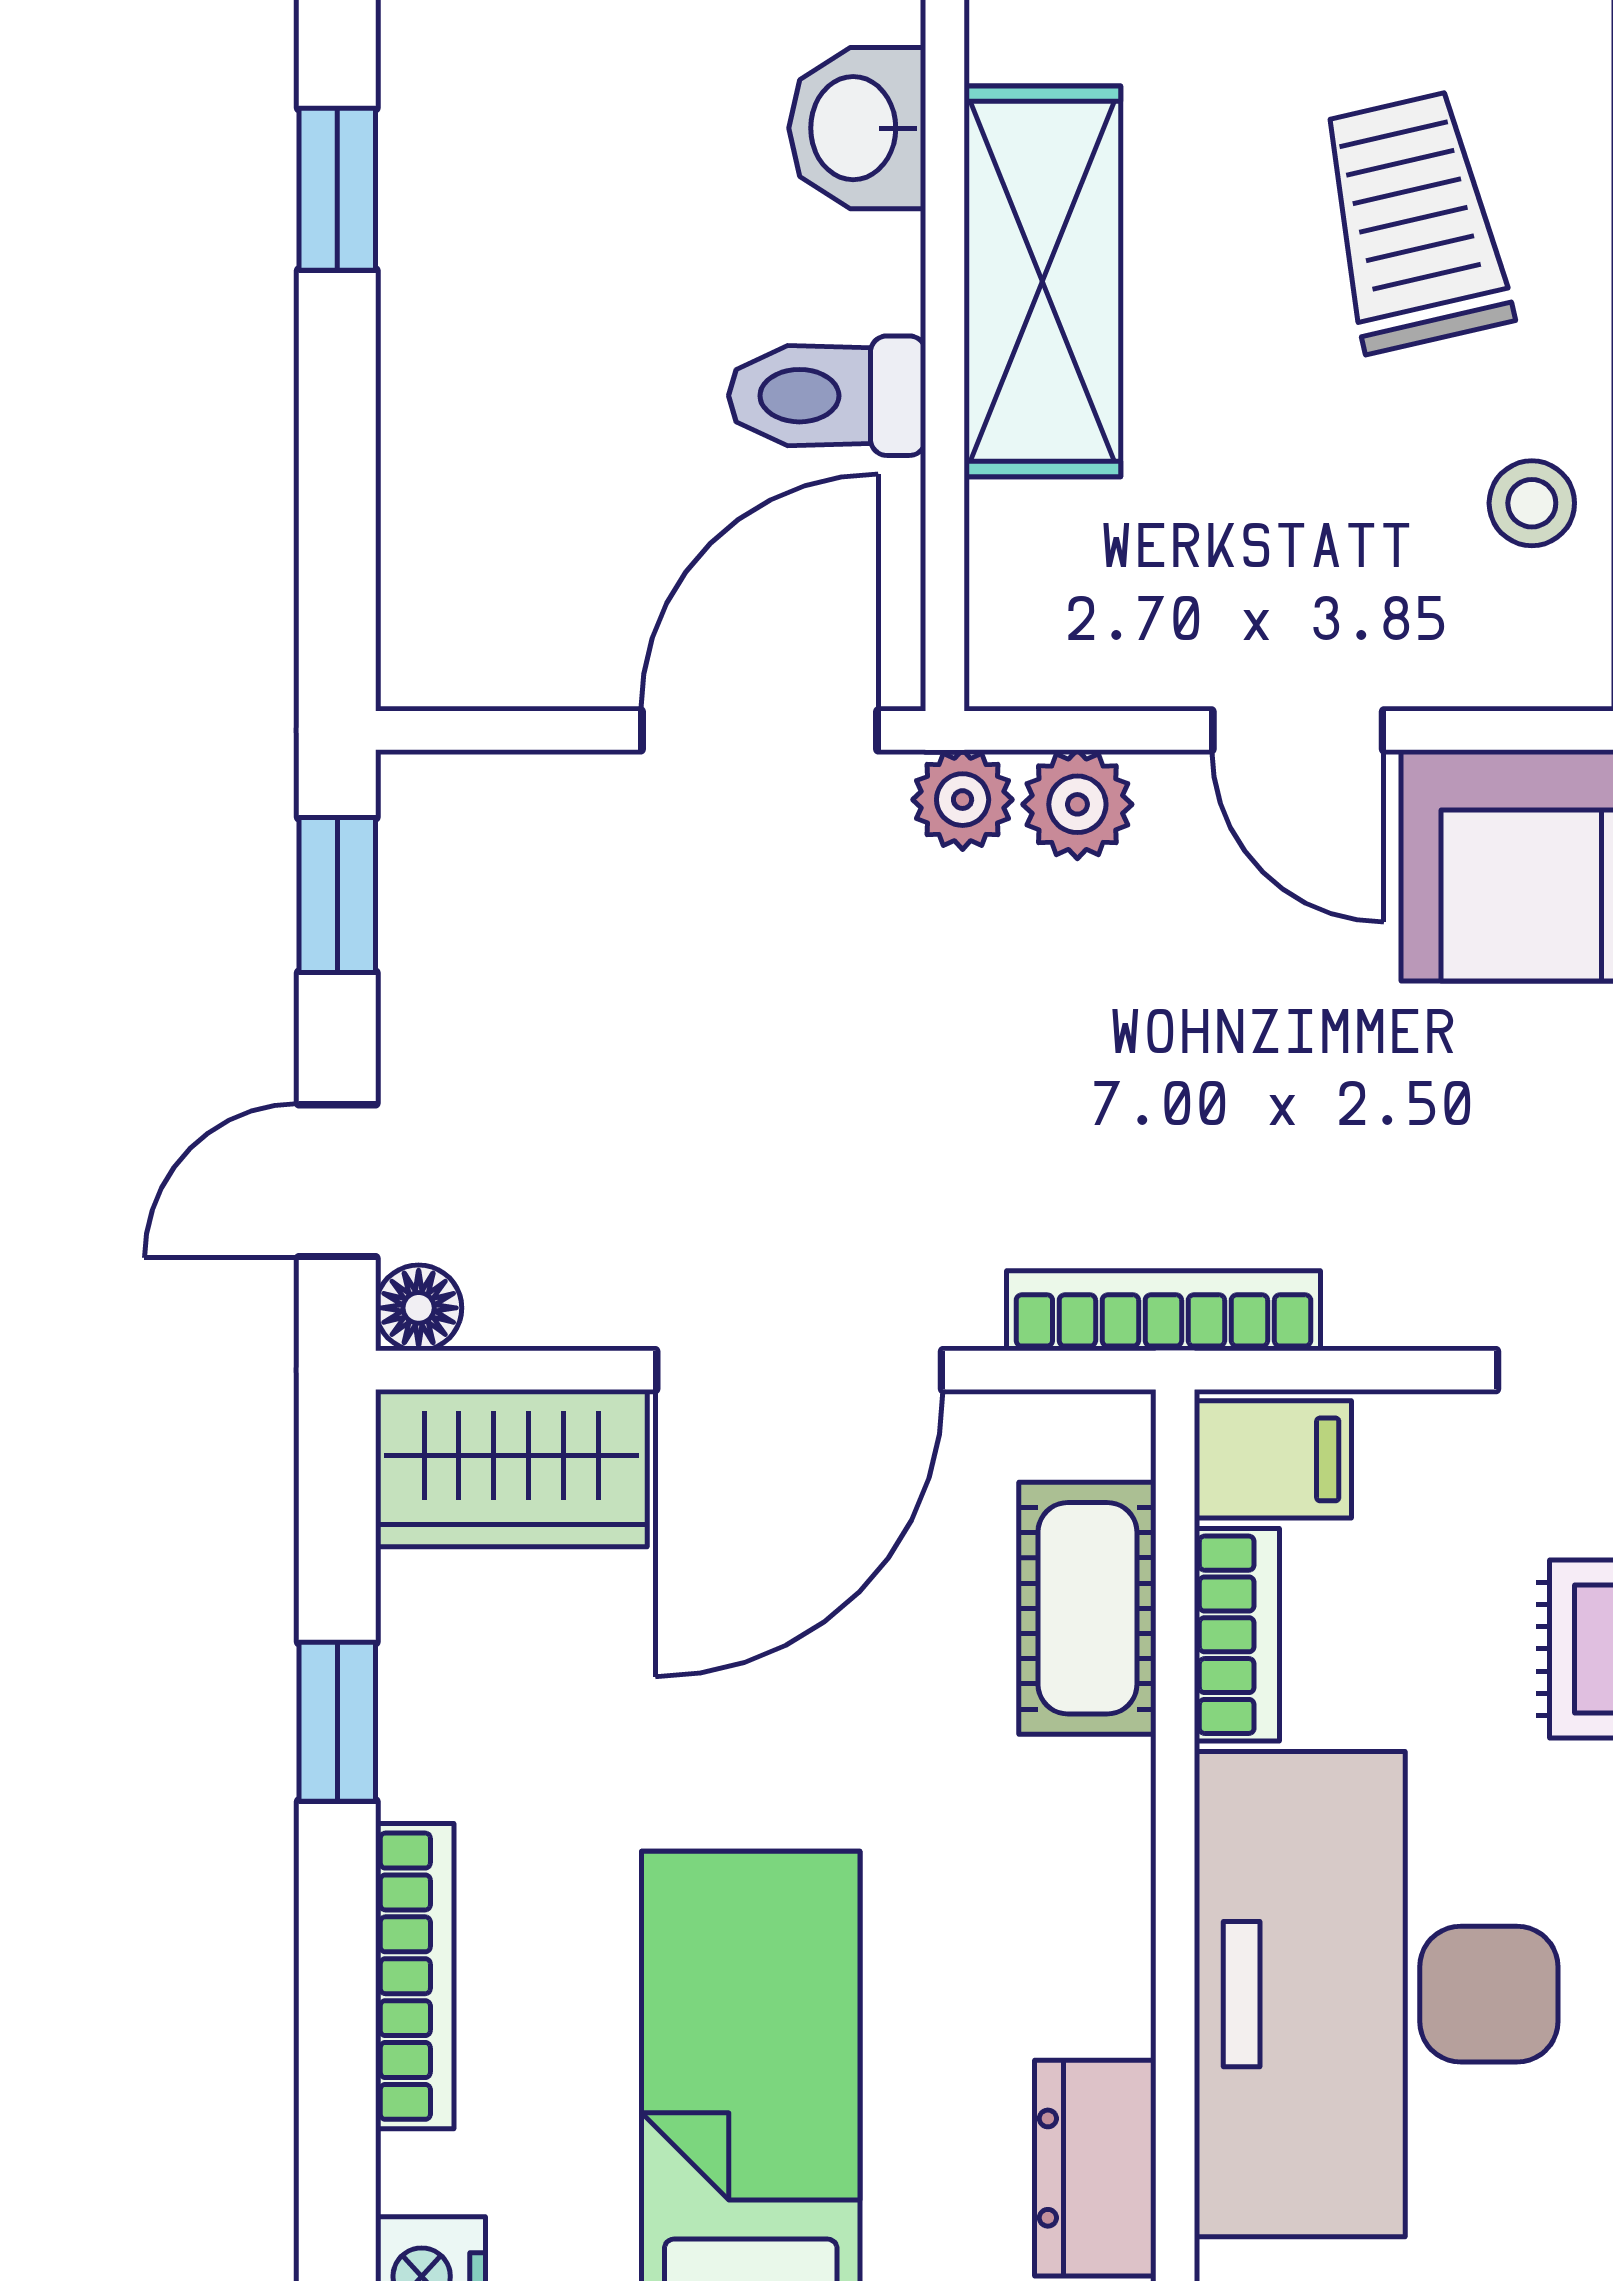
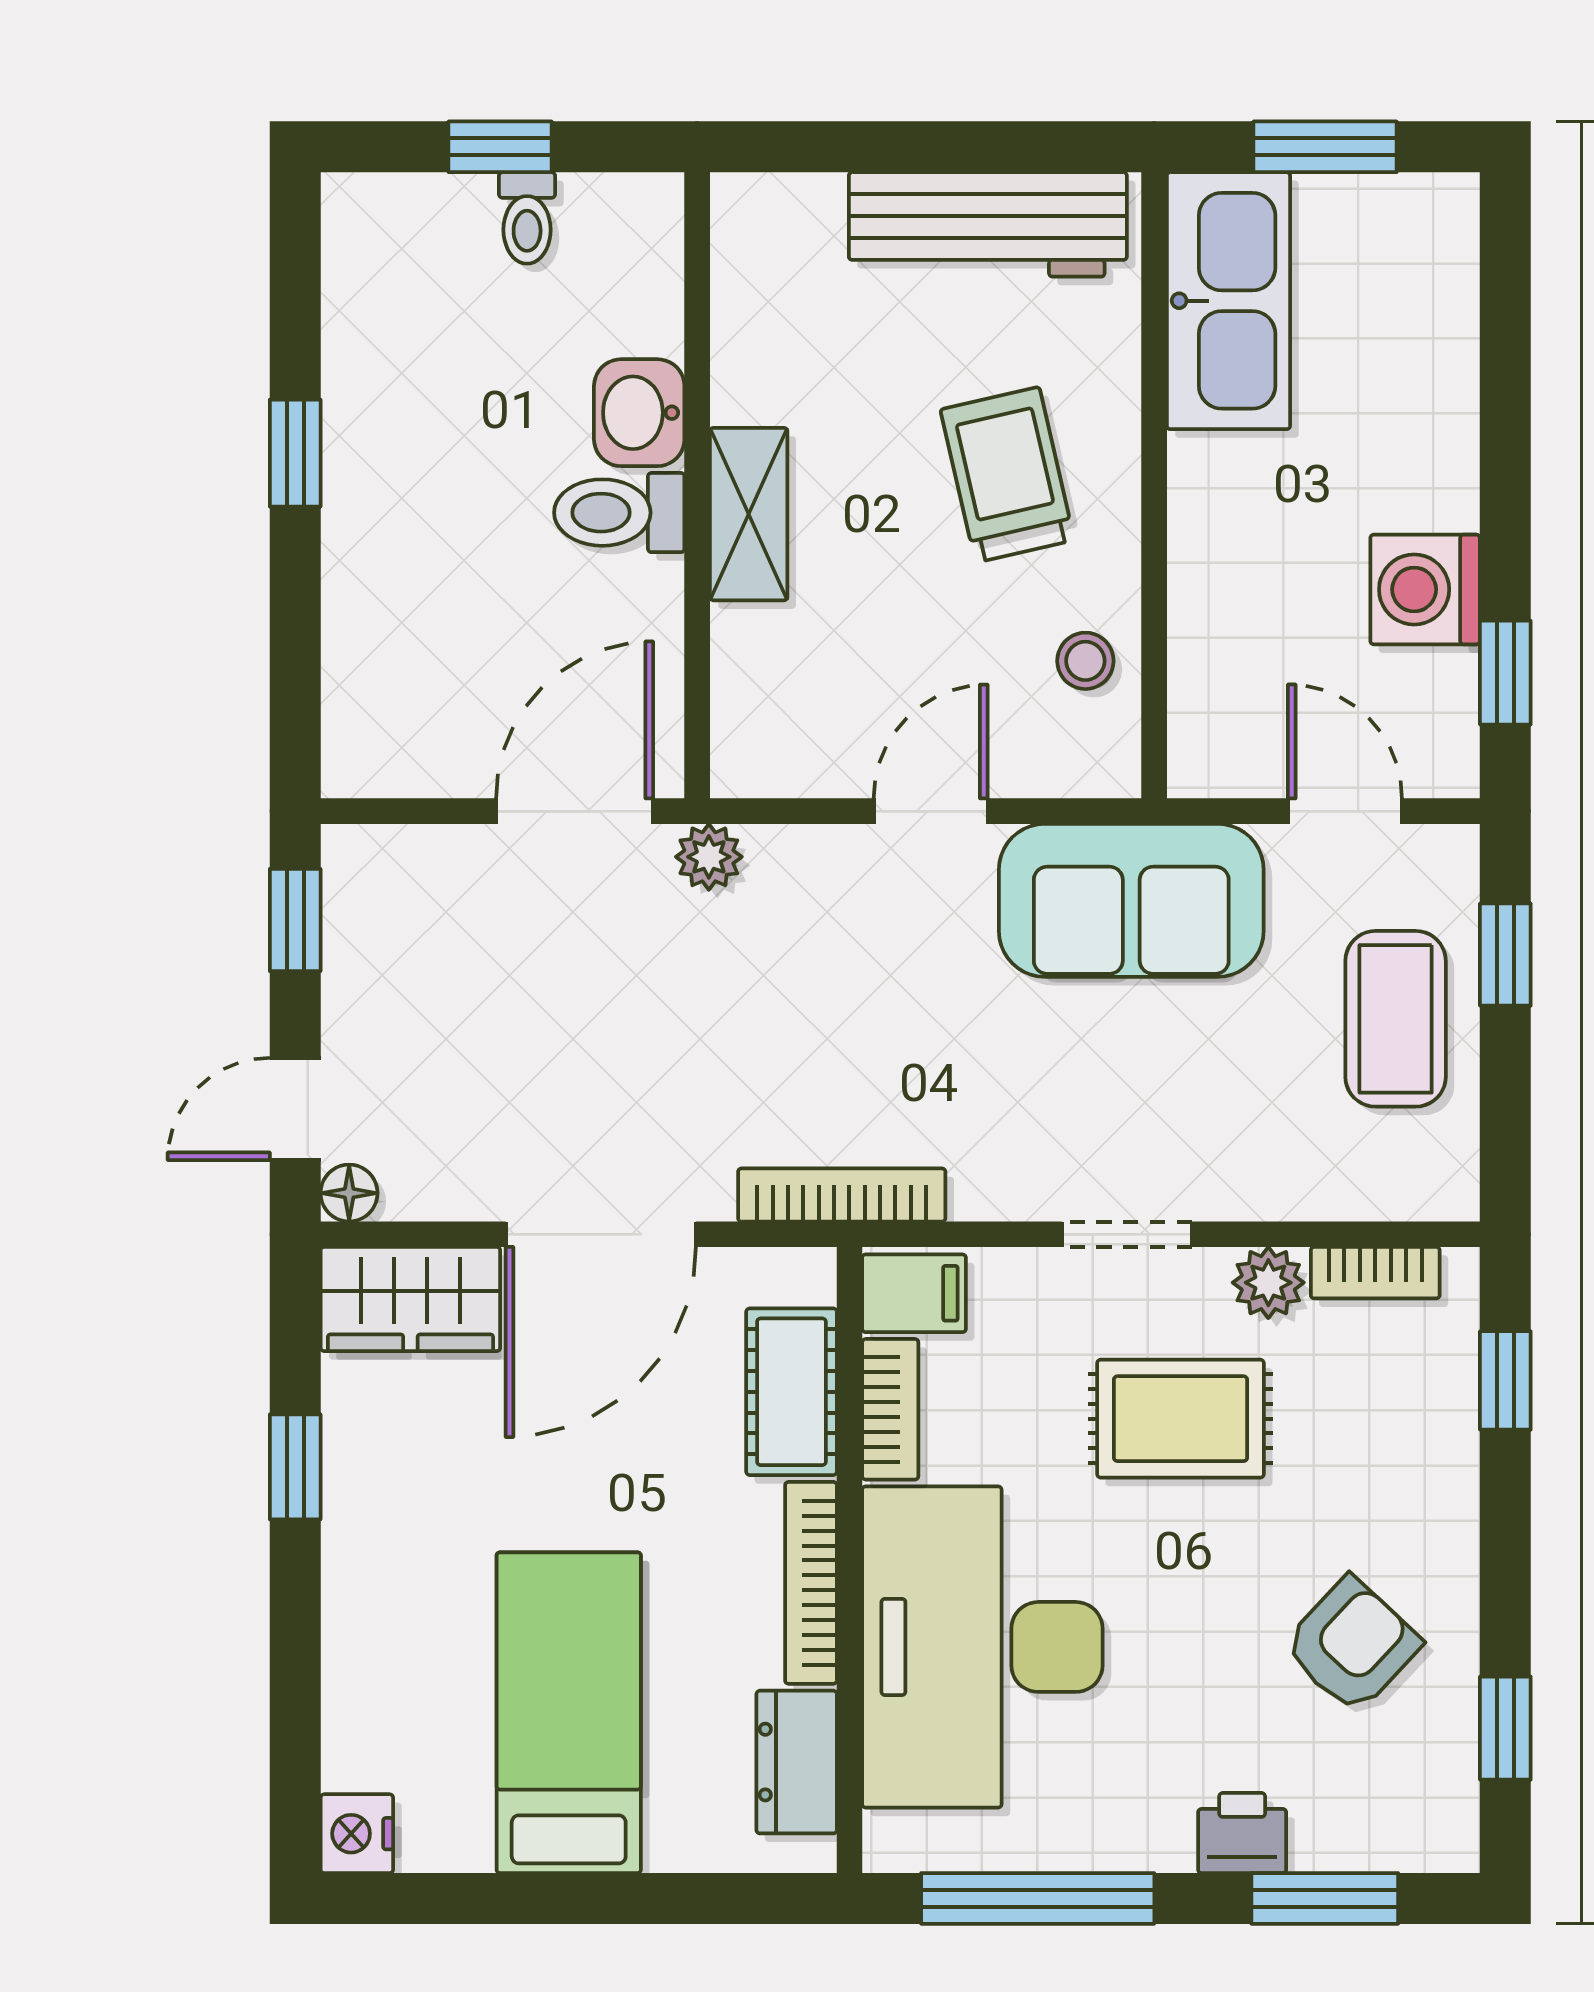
shelving: (1042, 281) -> (749, 514), width x0.67, depth x0.75
toilet: (827, 396) -> (619, 513), moved
door: (1298, 730) -> (931, 811), swing flipped
plant: (1077, 804) -> (785, 860), removed
bookcase: (415, 1976) -> (811, 1583), moved, turned 180

